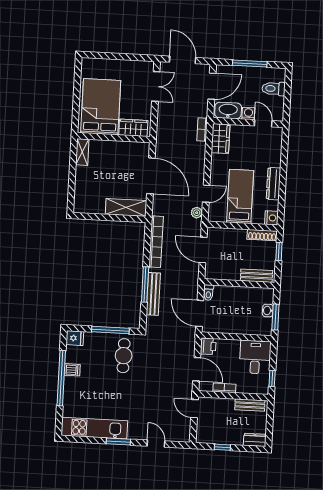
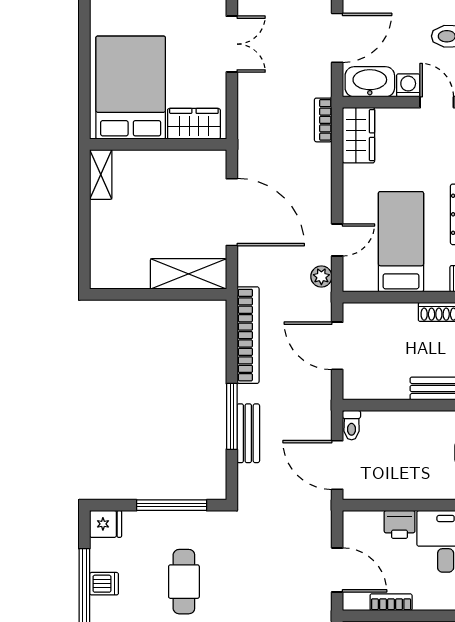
bench: (153, 294) -> (248, 433), width x0.73
printer: (208, 346) -> (400, 524), moved, turned 90
cafe table: (124, 356) -> (184, 582), moved

